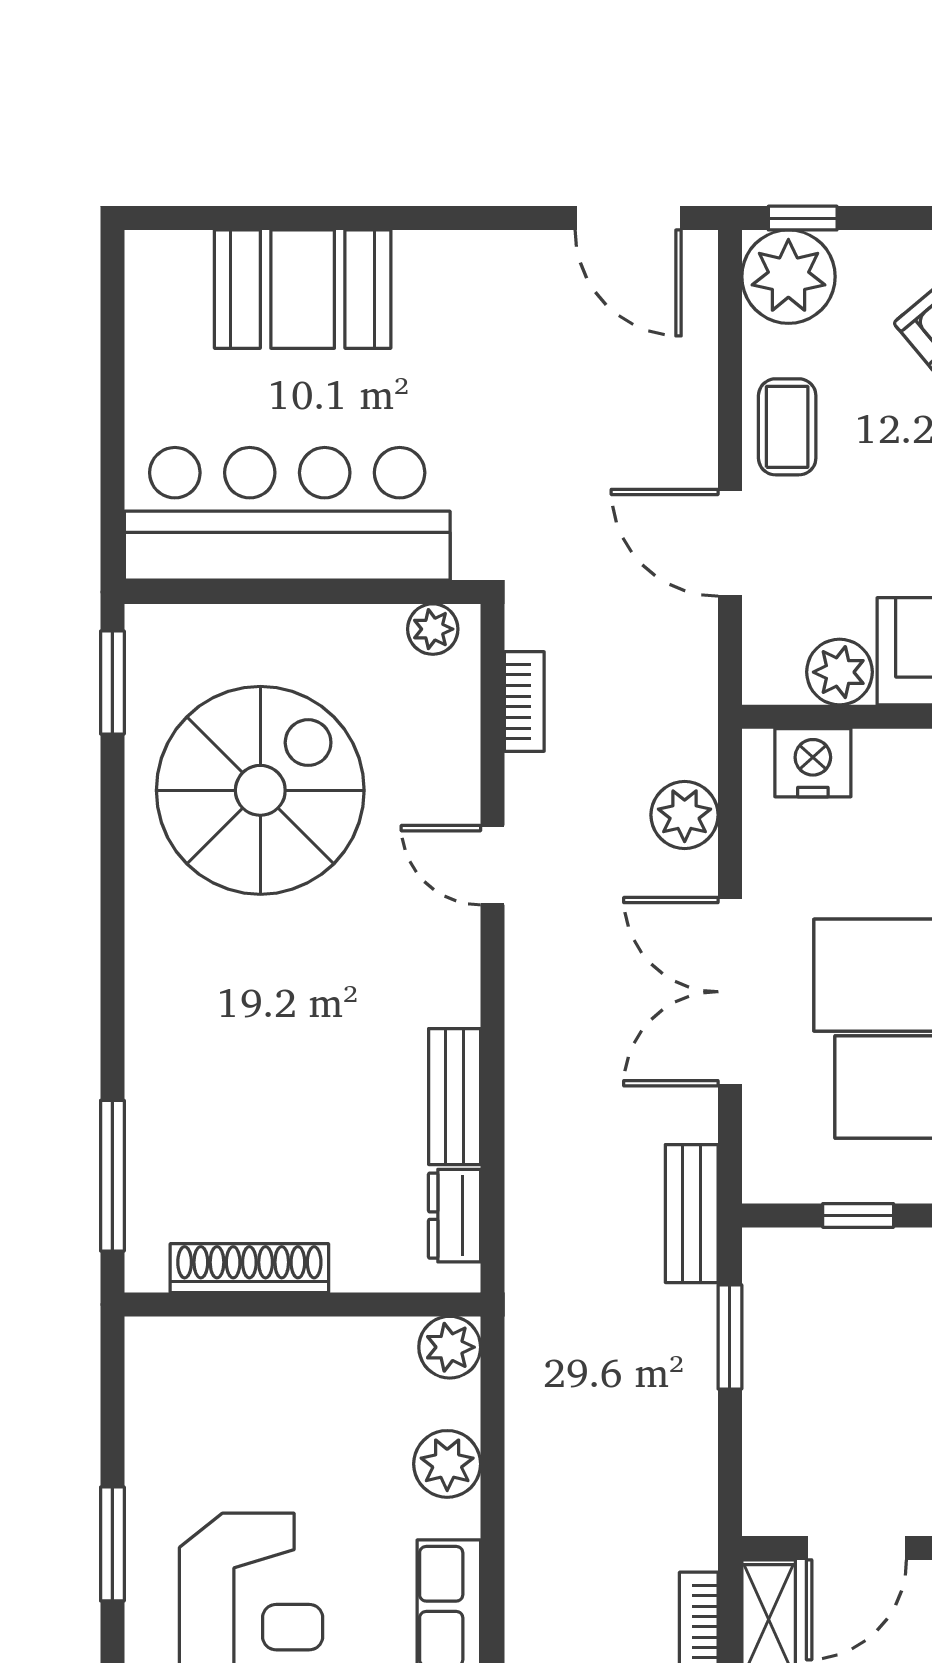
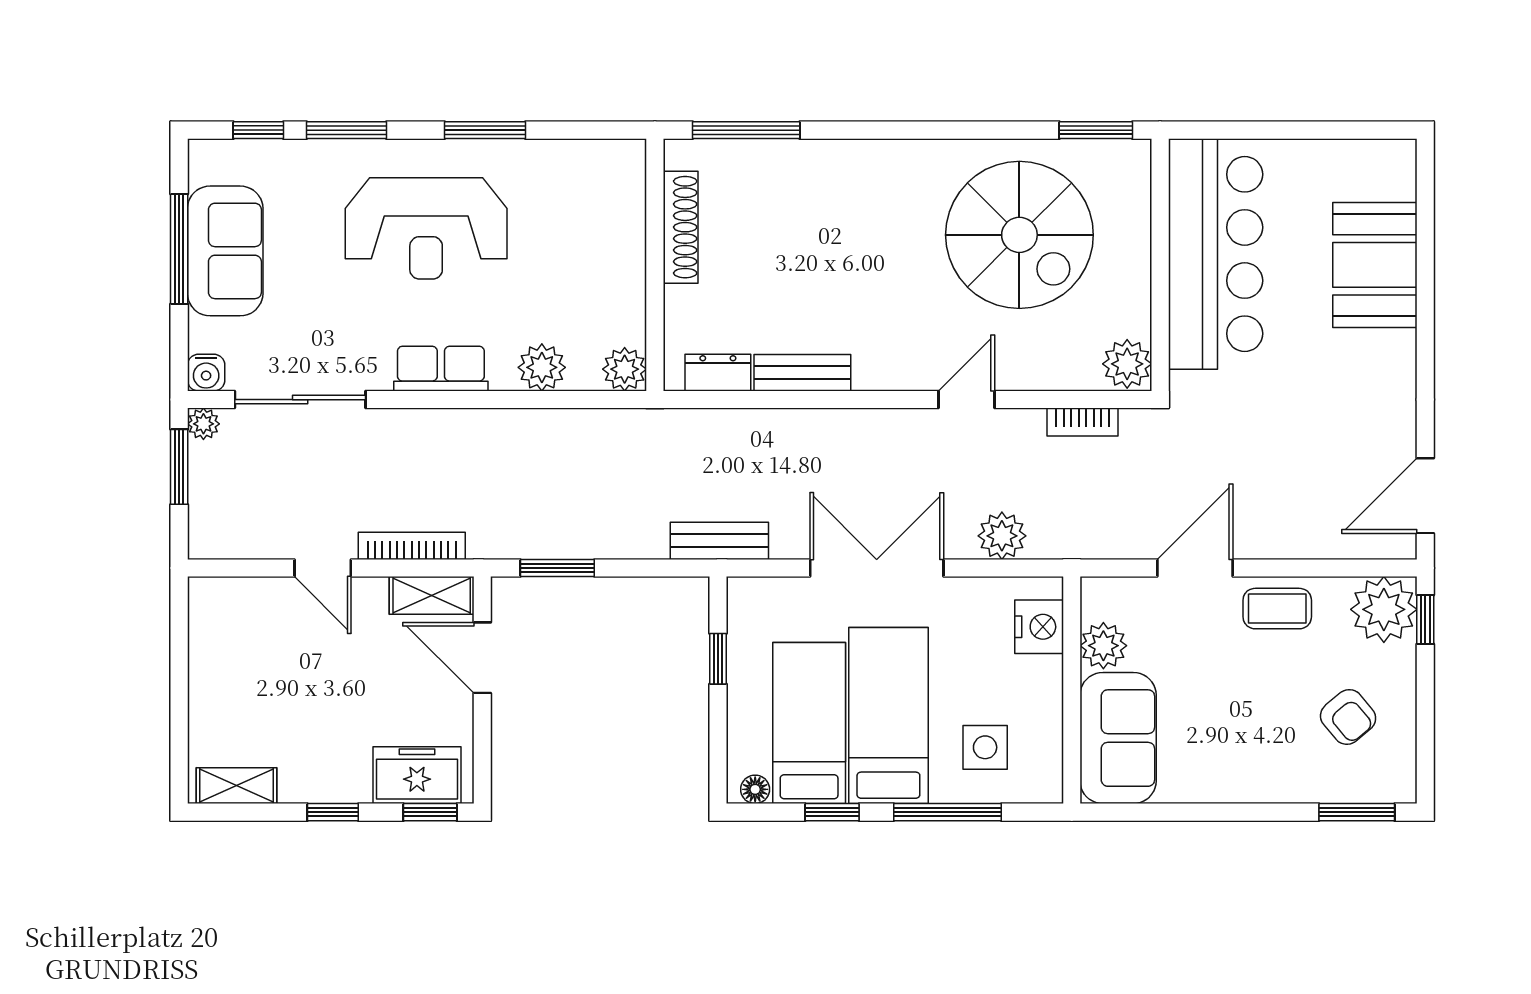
plant: (433, 629) -> (1127, 364), width x1.38, depth x1.38
window: (730, 1337) -> (557, 568), moved

